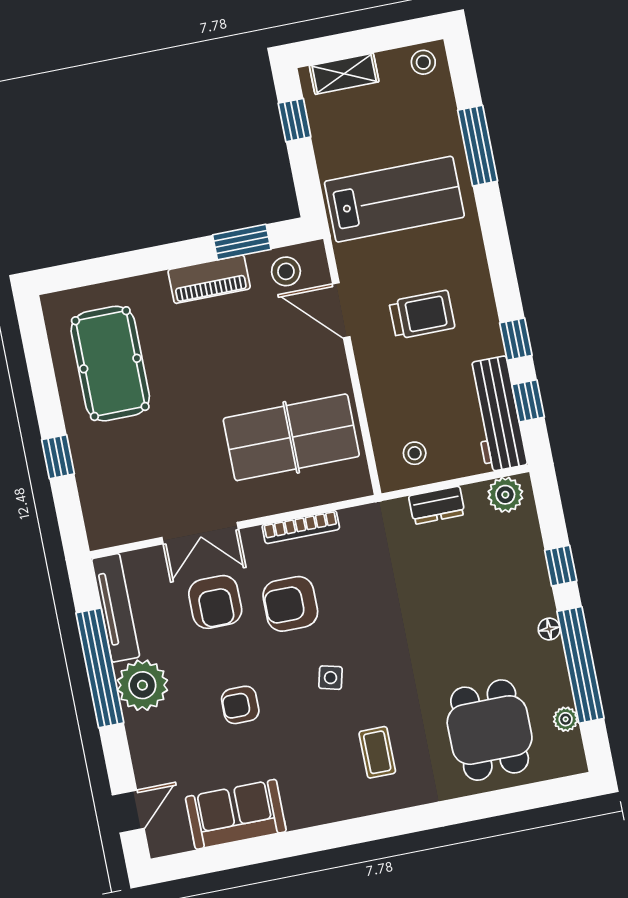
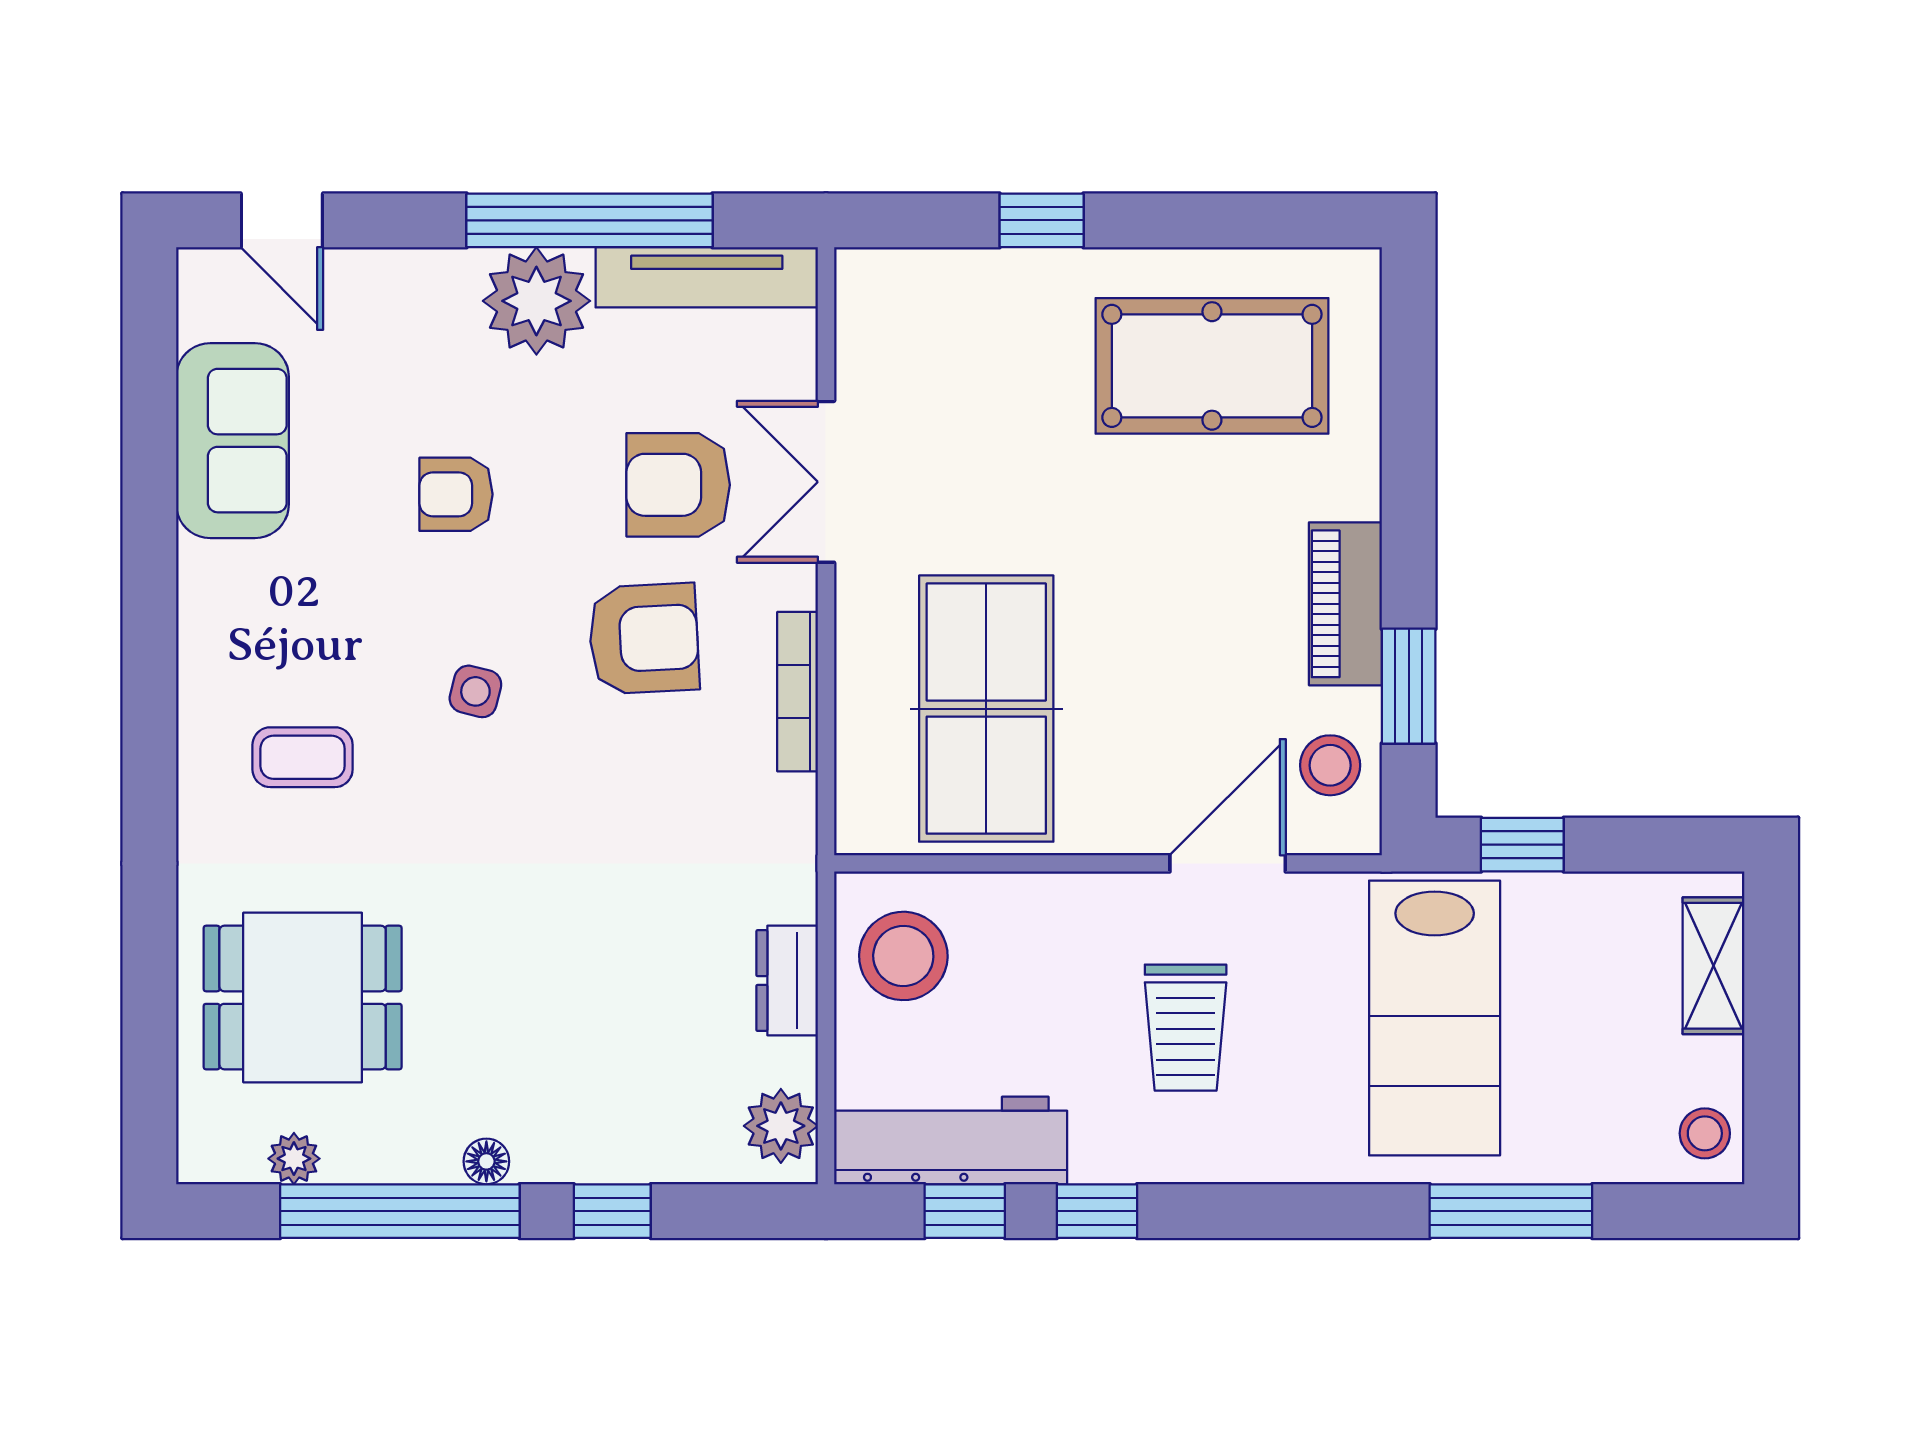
window: (295, 120) -> (1522, 845), moved
stool: (415, 453) -> (903, 956), width x1.89, depth x1.89
armchair: (290, 604) -> (644, 639), turned 87
armchair: (240, 705) -> (456, 494), turned -90

